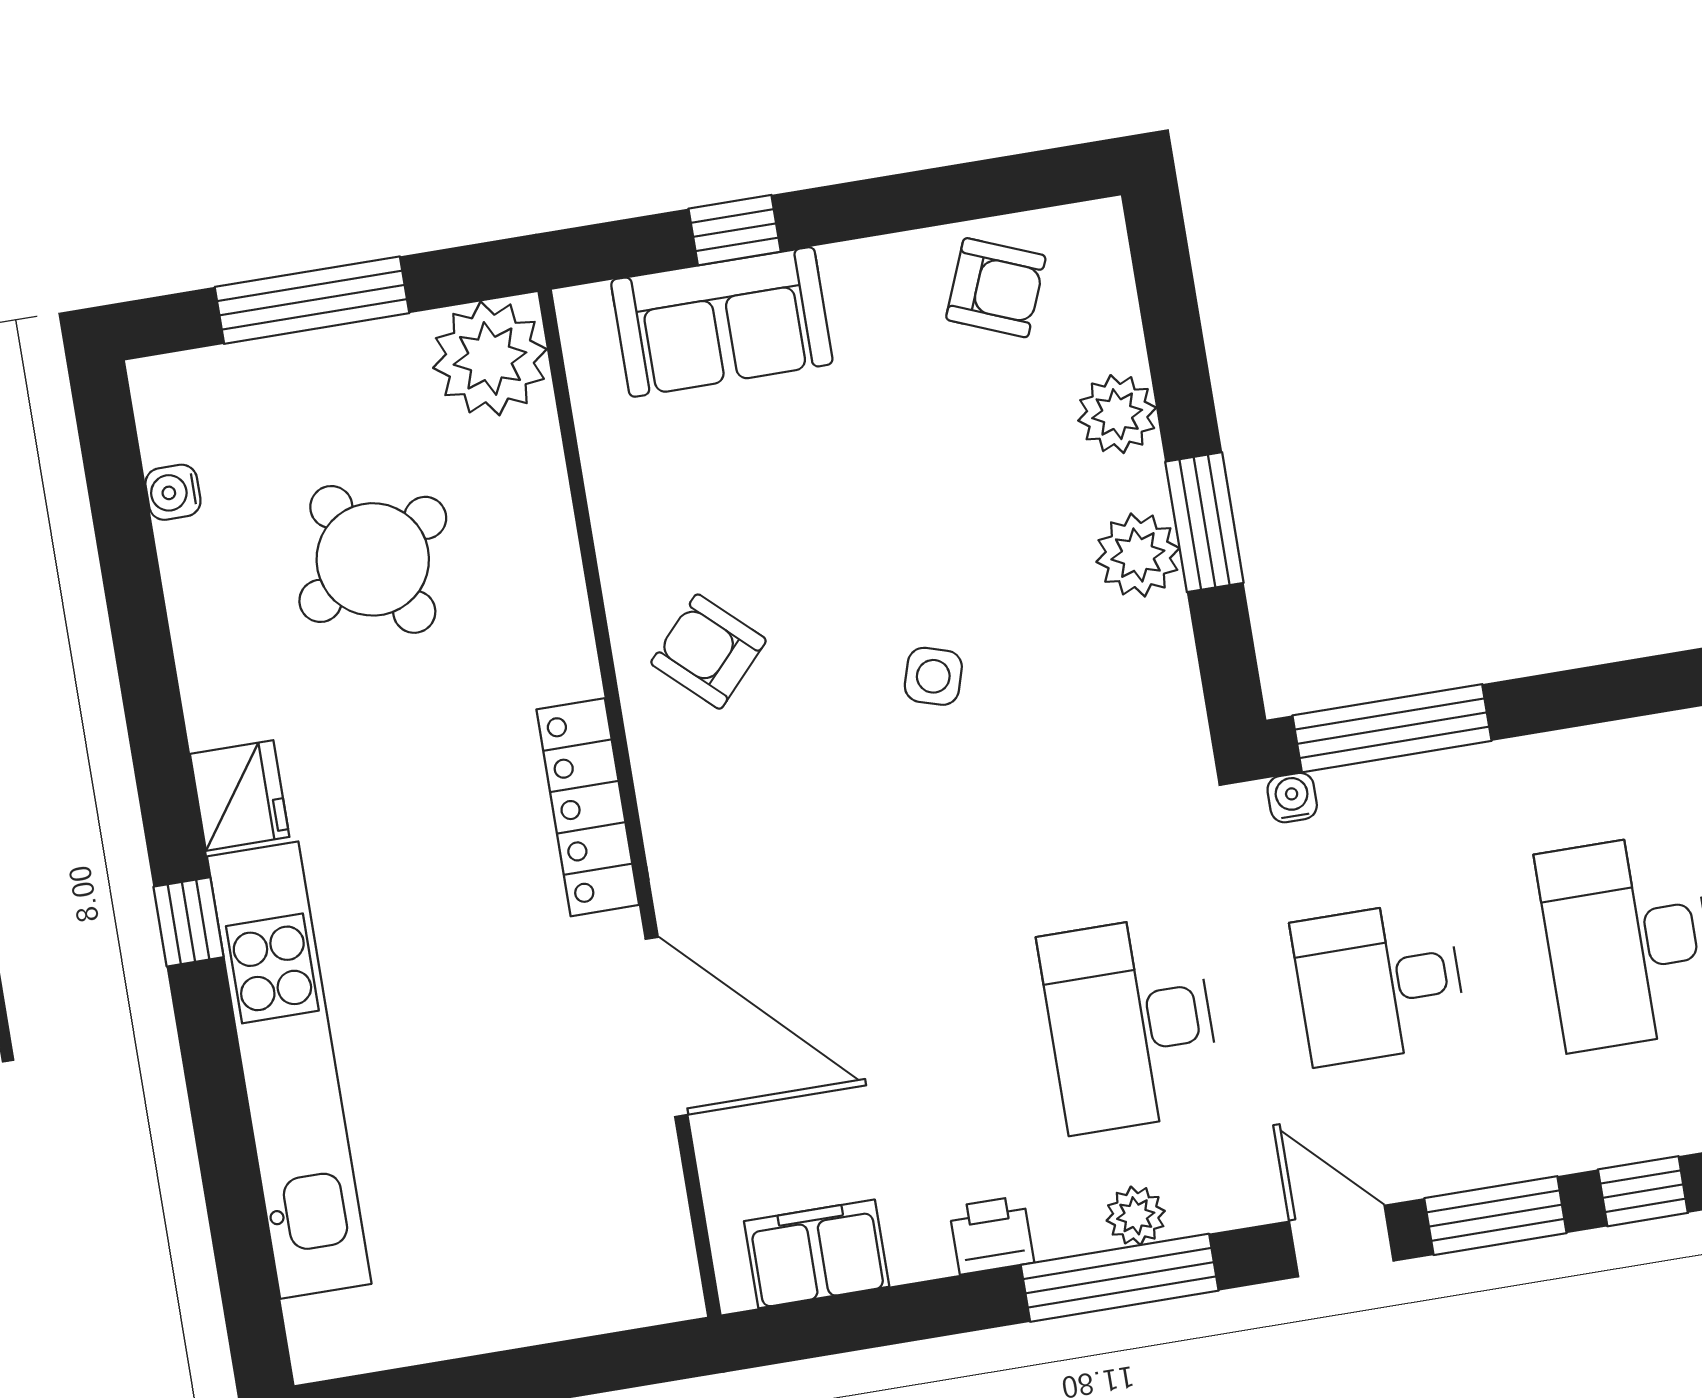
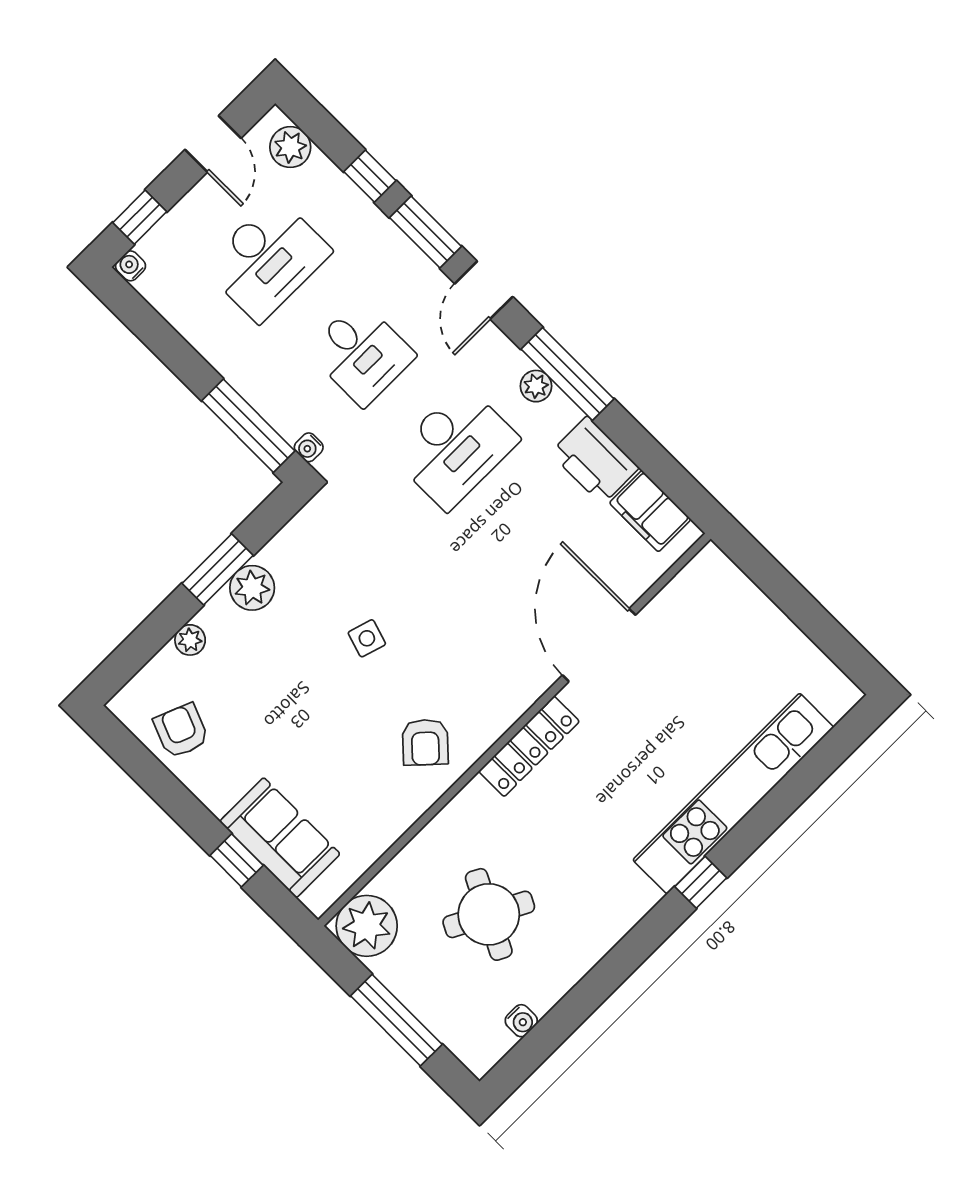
plant: (1117, 414) -> (190, 640), width x0.73, depth x0.73
round table: (373, 559) -> (489, 914), turned -34
fridge: (240, 795) -> (631, 899), removed
printer: (991, 1235) -> (595, 460), width x1.87, depth x1.48

